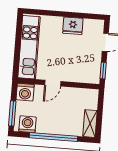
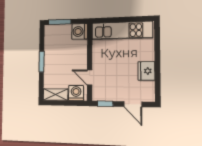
door: (53, 83) -> (90, 78), moved
washing machine: (27, 124) -> (76, 93), moved, turned -90
window: (53, 137) -> (42, 62), width x0.47

